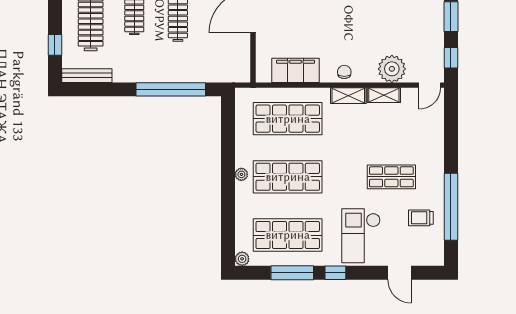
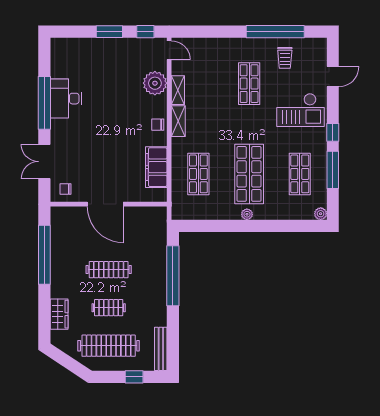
shop shelf: (288, 119) -> (198, 174), width x0.70, depth x0.74
shop shelf: (288, 235) -> (300, 174), width x0.70, depth x0.74

